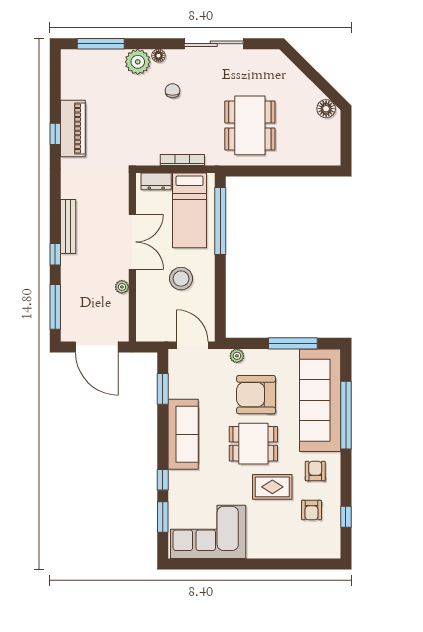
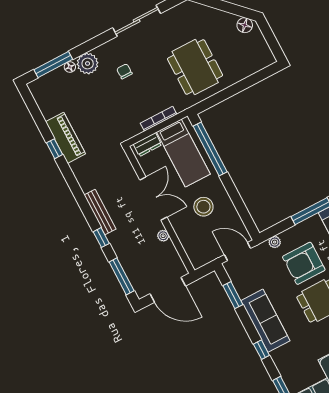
floor lamp: (158, 56) -> (70, 67), moved
window: (163, 480) -> (261, 350), moved

